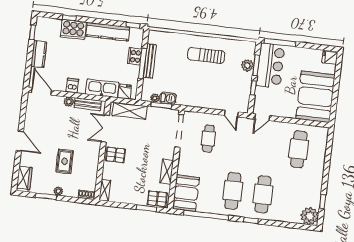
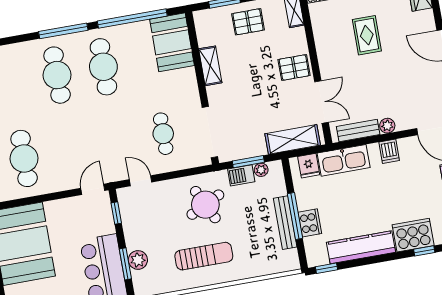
round table: (196, 87) -> (205, 205), added
window: (253, 88) -> (116, 213), moved
pallet: (157, 199) -> (248, 22), moved
window: (251, 220) -> (63, 31), width x2.17

